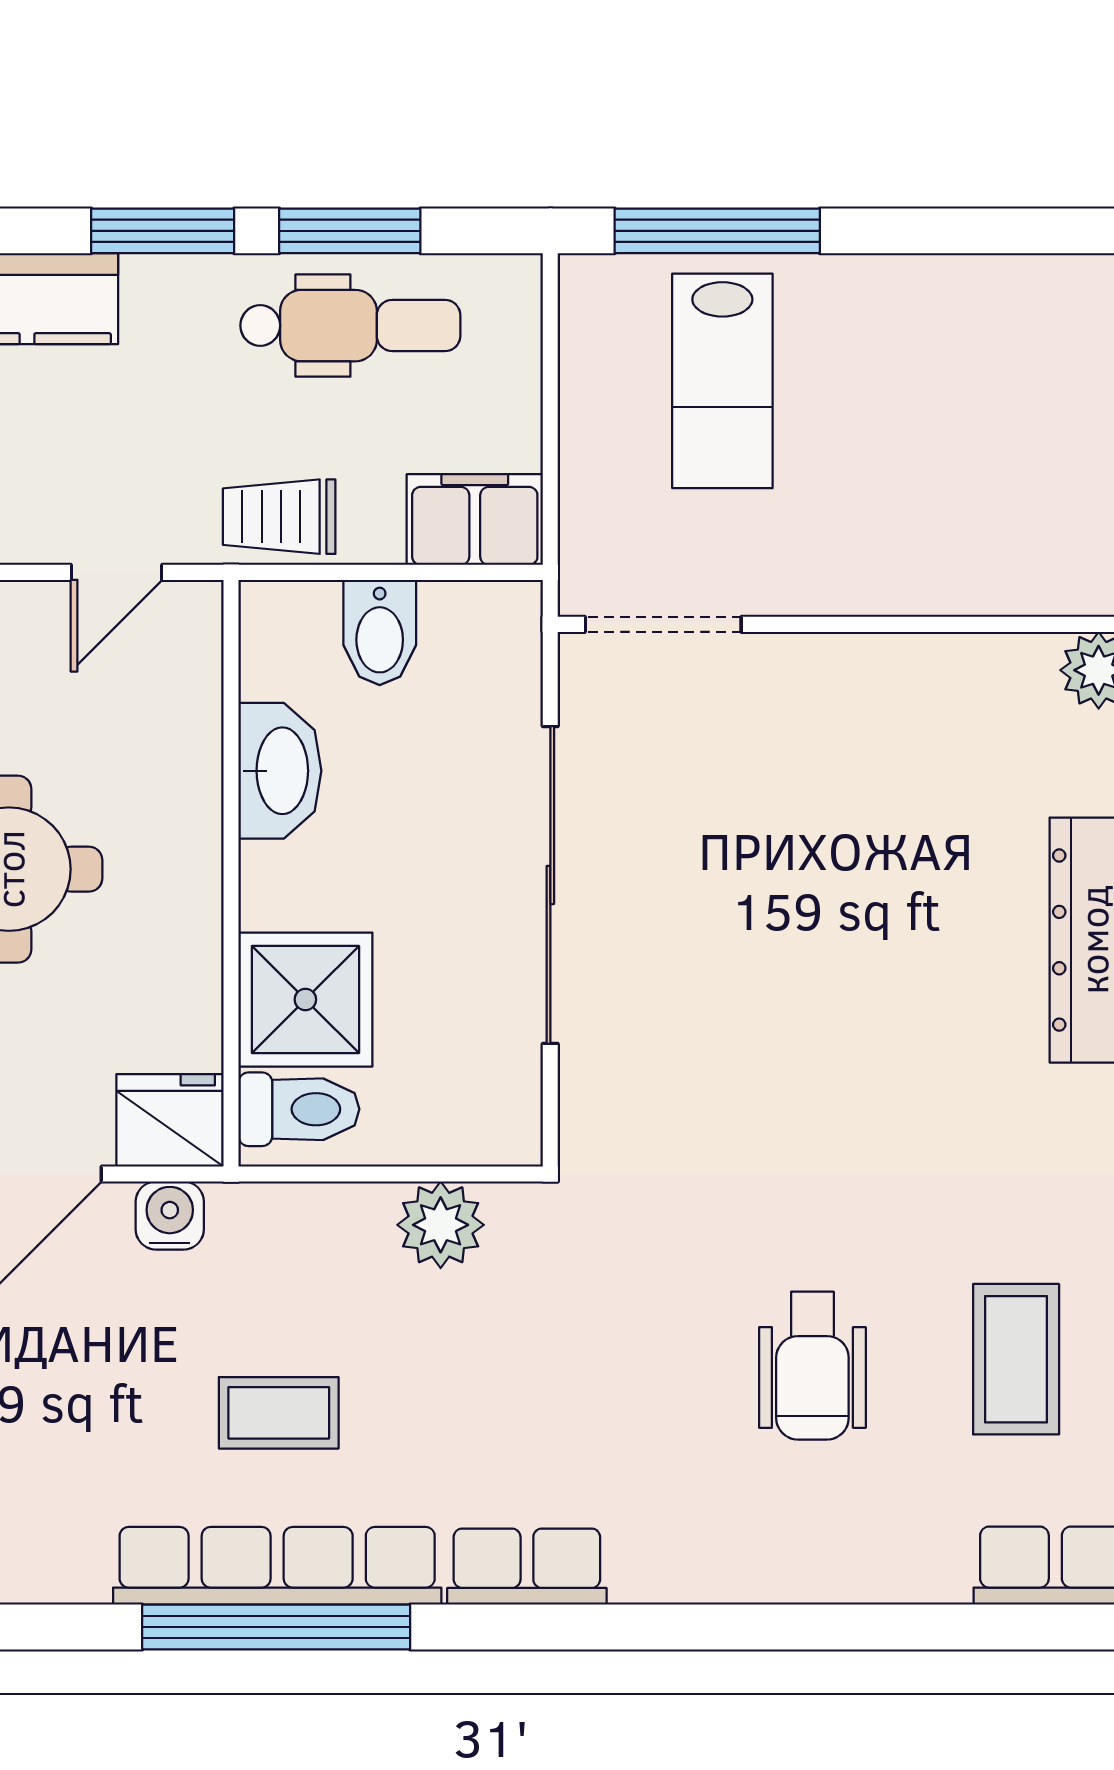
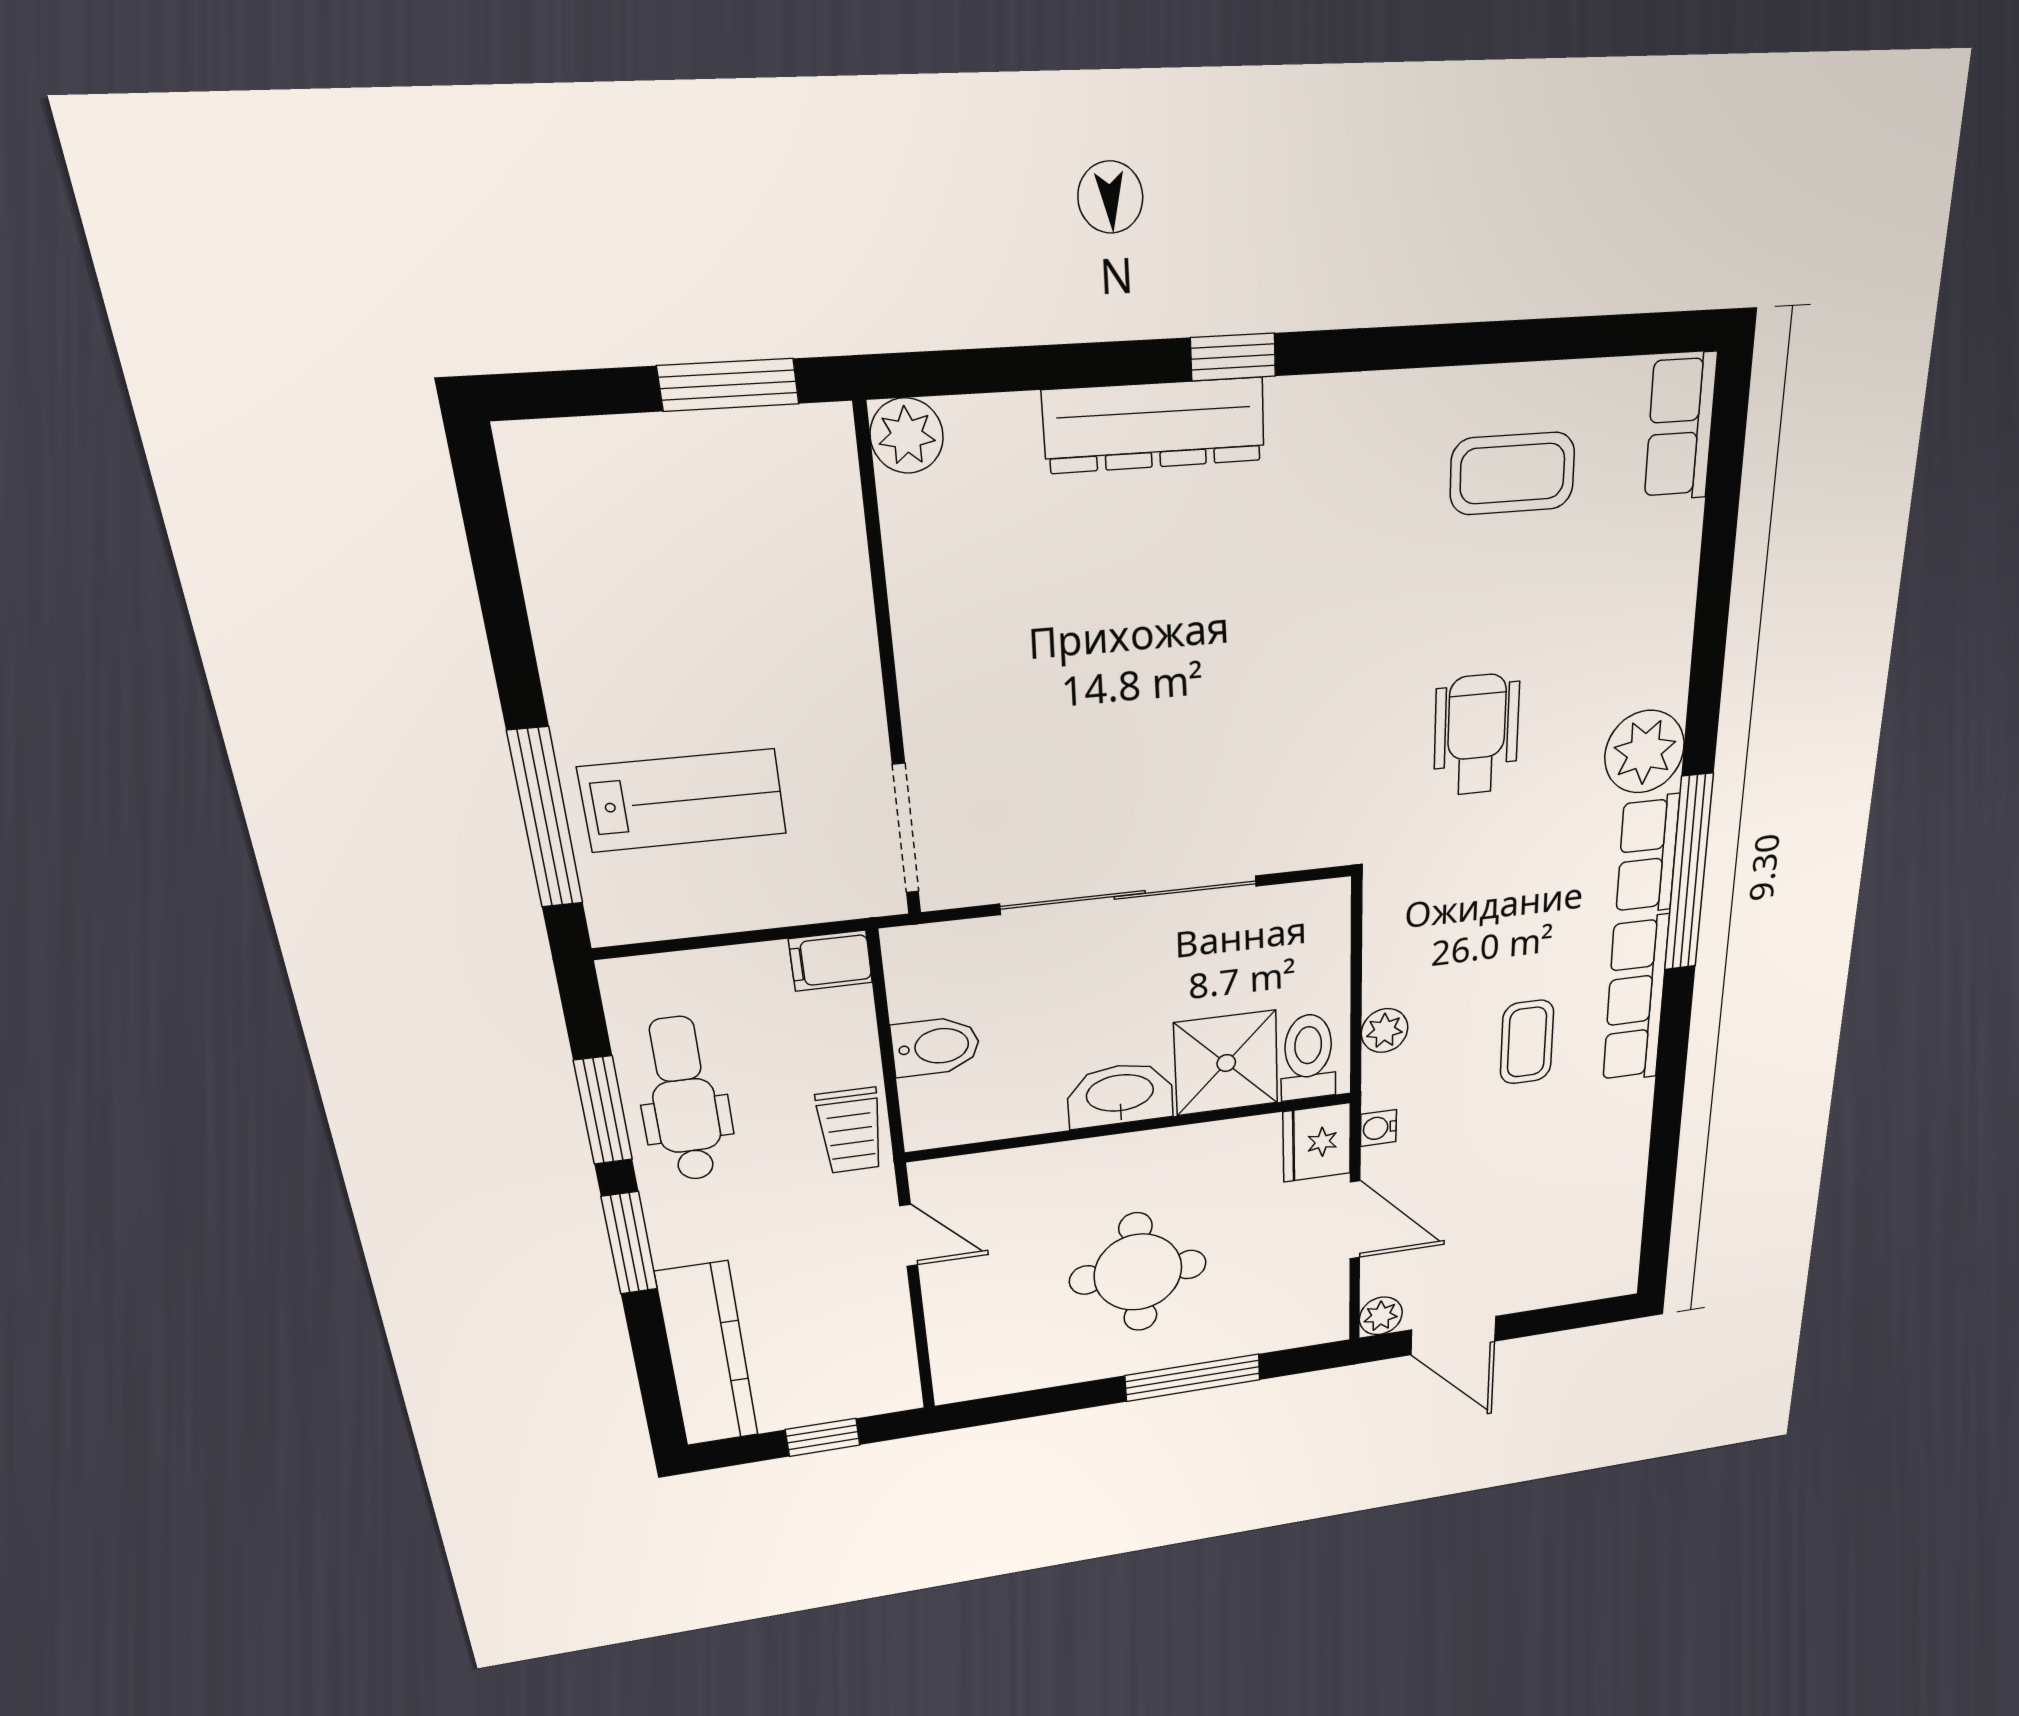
filing cabinet: (475, 520) -> (831, 961), width x0.50
washbasin: (280, 771) -> (1120, 1095), moved
water cooler: (170, 1216) -> (1378, 1128), width x0.72, depth x0.72
plant: (441, 1225) -> (1385, 1031), moved, width x0.73, depth x0.73
wheelchair: (812, 1366) -> (1476, 735), moved, turned -90
plant: (666, 1551) -> (1644, 752), added
row of seats: (277, 1566) -> (1636, 1000), width x0.73
window: (276, 1627) -> (1689, 873), moved

